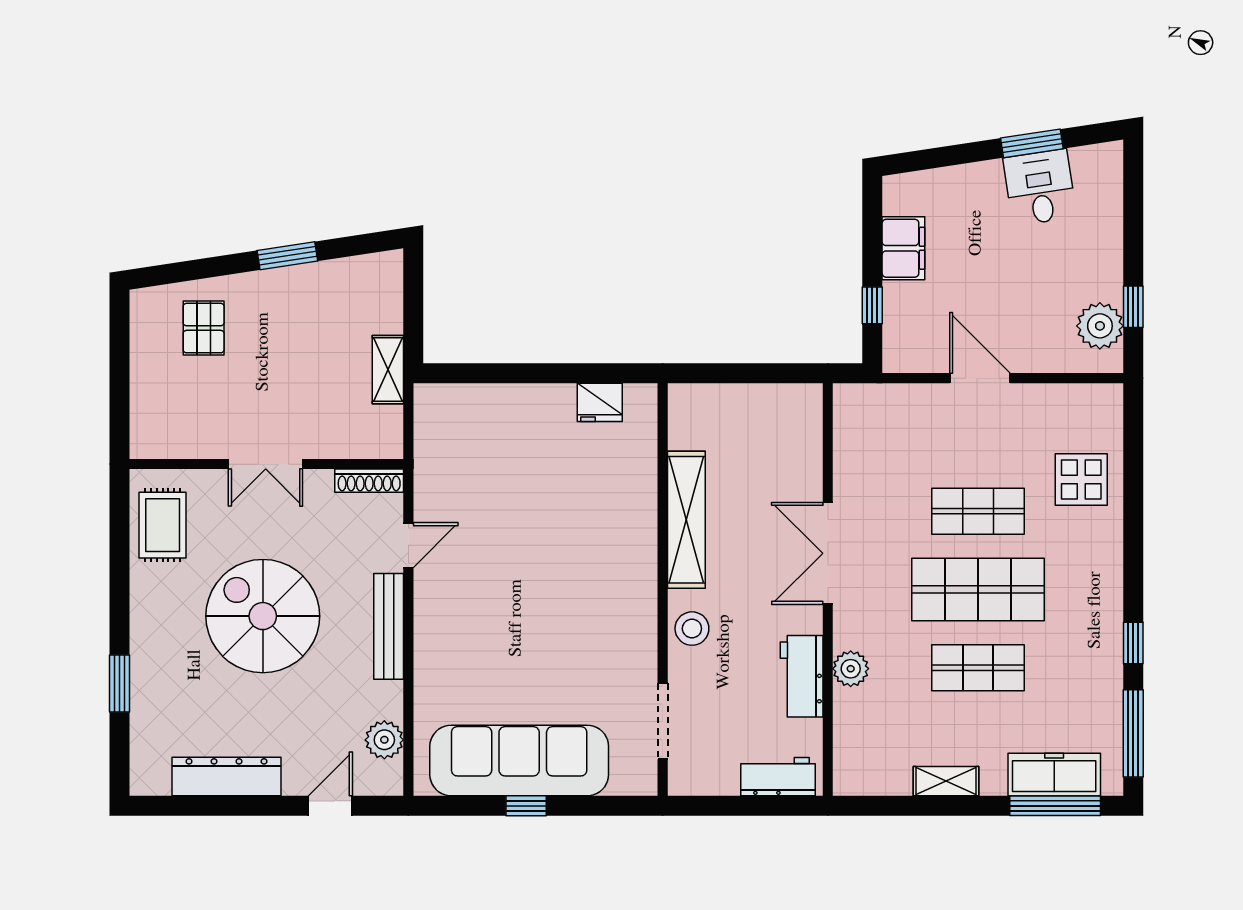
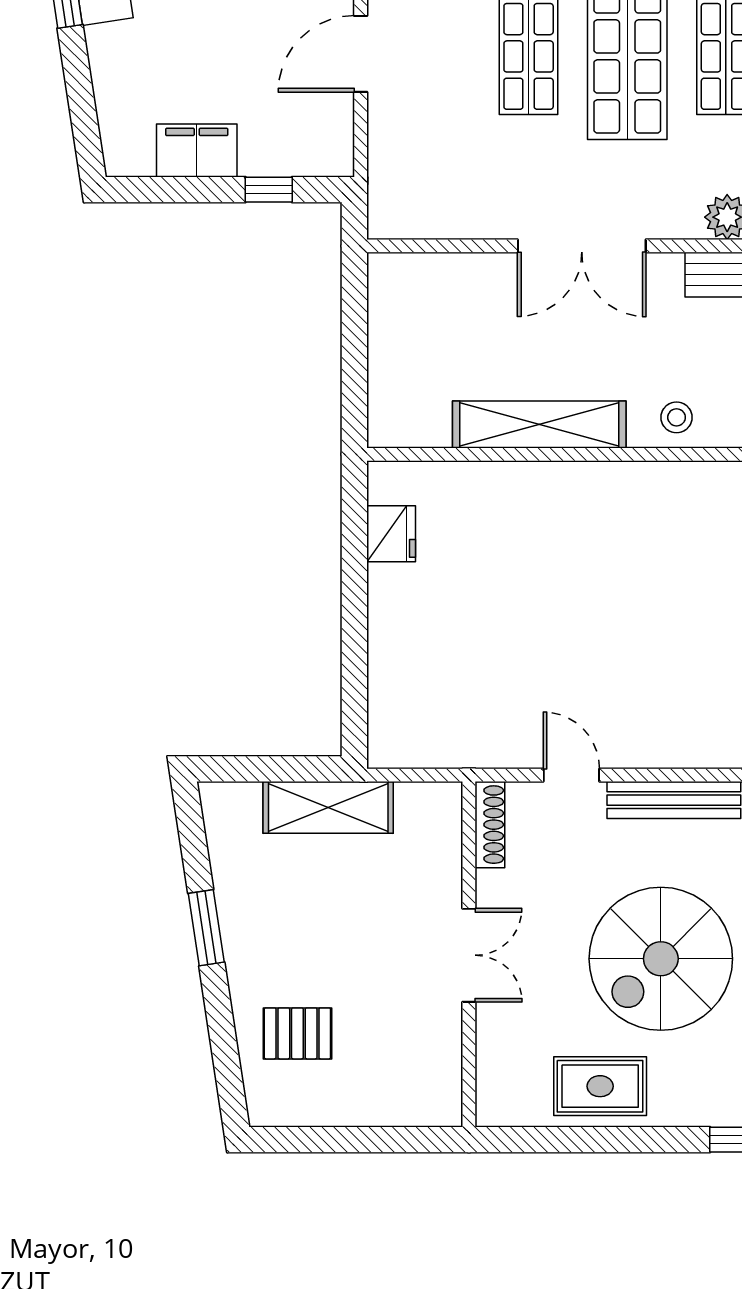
shelving: (388, 370) -> (328, 807), width x1.50, depth x1.33
rug: (163, 525) -> (600, 1086), moved
stool: (692, 629) -> (677, 417), width x0.73, depth x0.73

